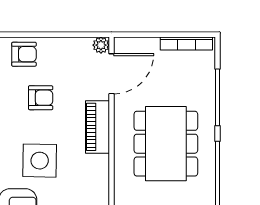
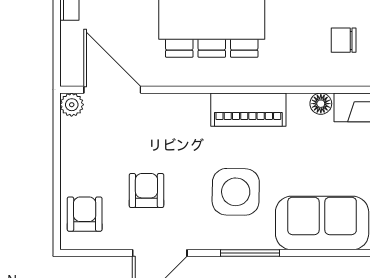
piano: (97, 127) -> (248, 110), moved

